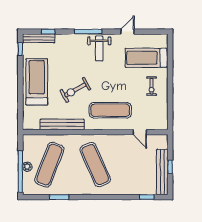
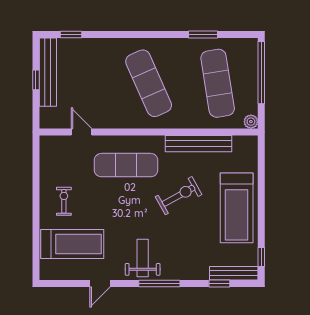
exercise mat: (49, 165) -> (218, 83), turned -30
plant: (27, 167) -> (251, 122), moved

